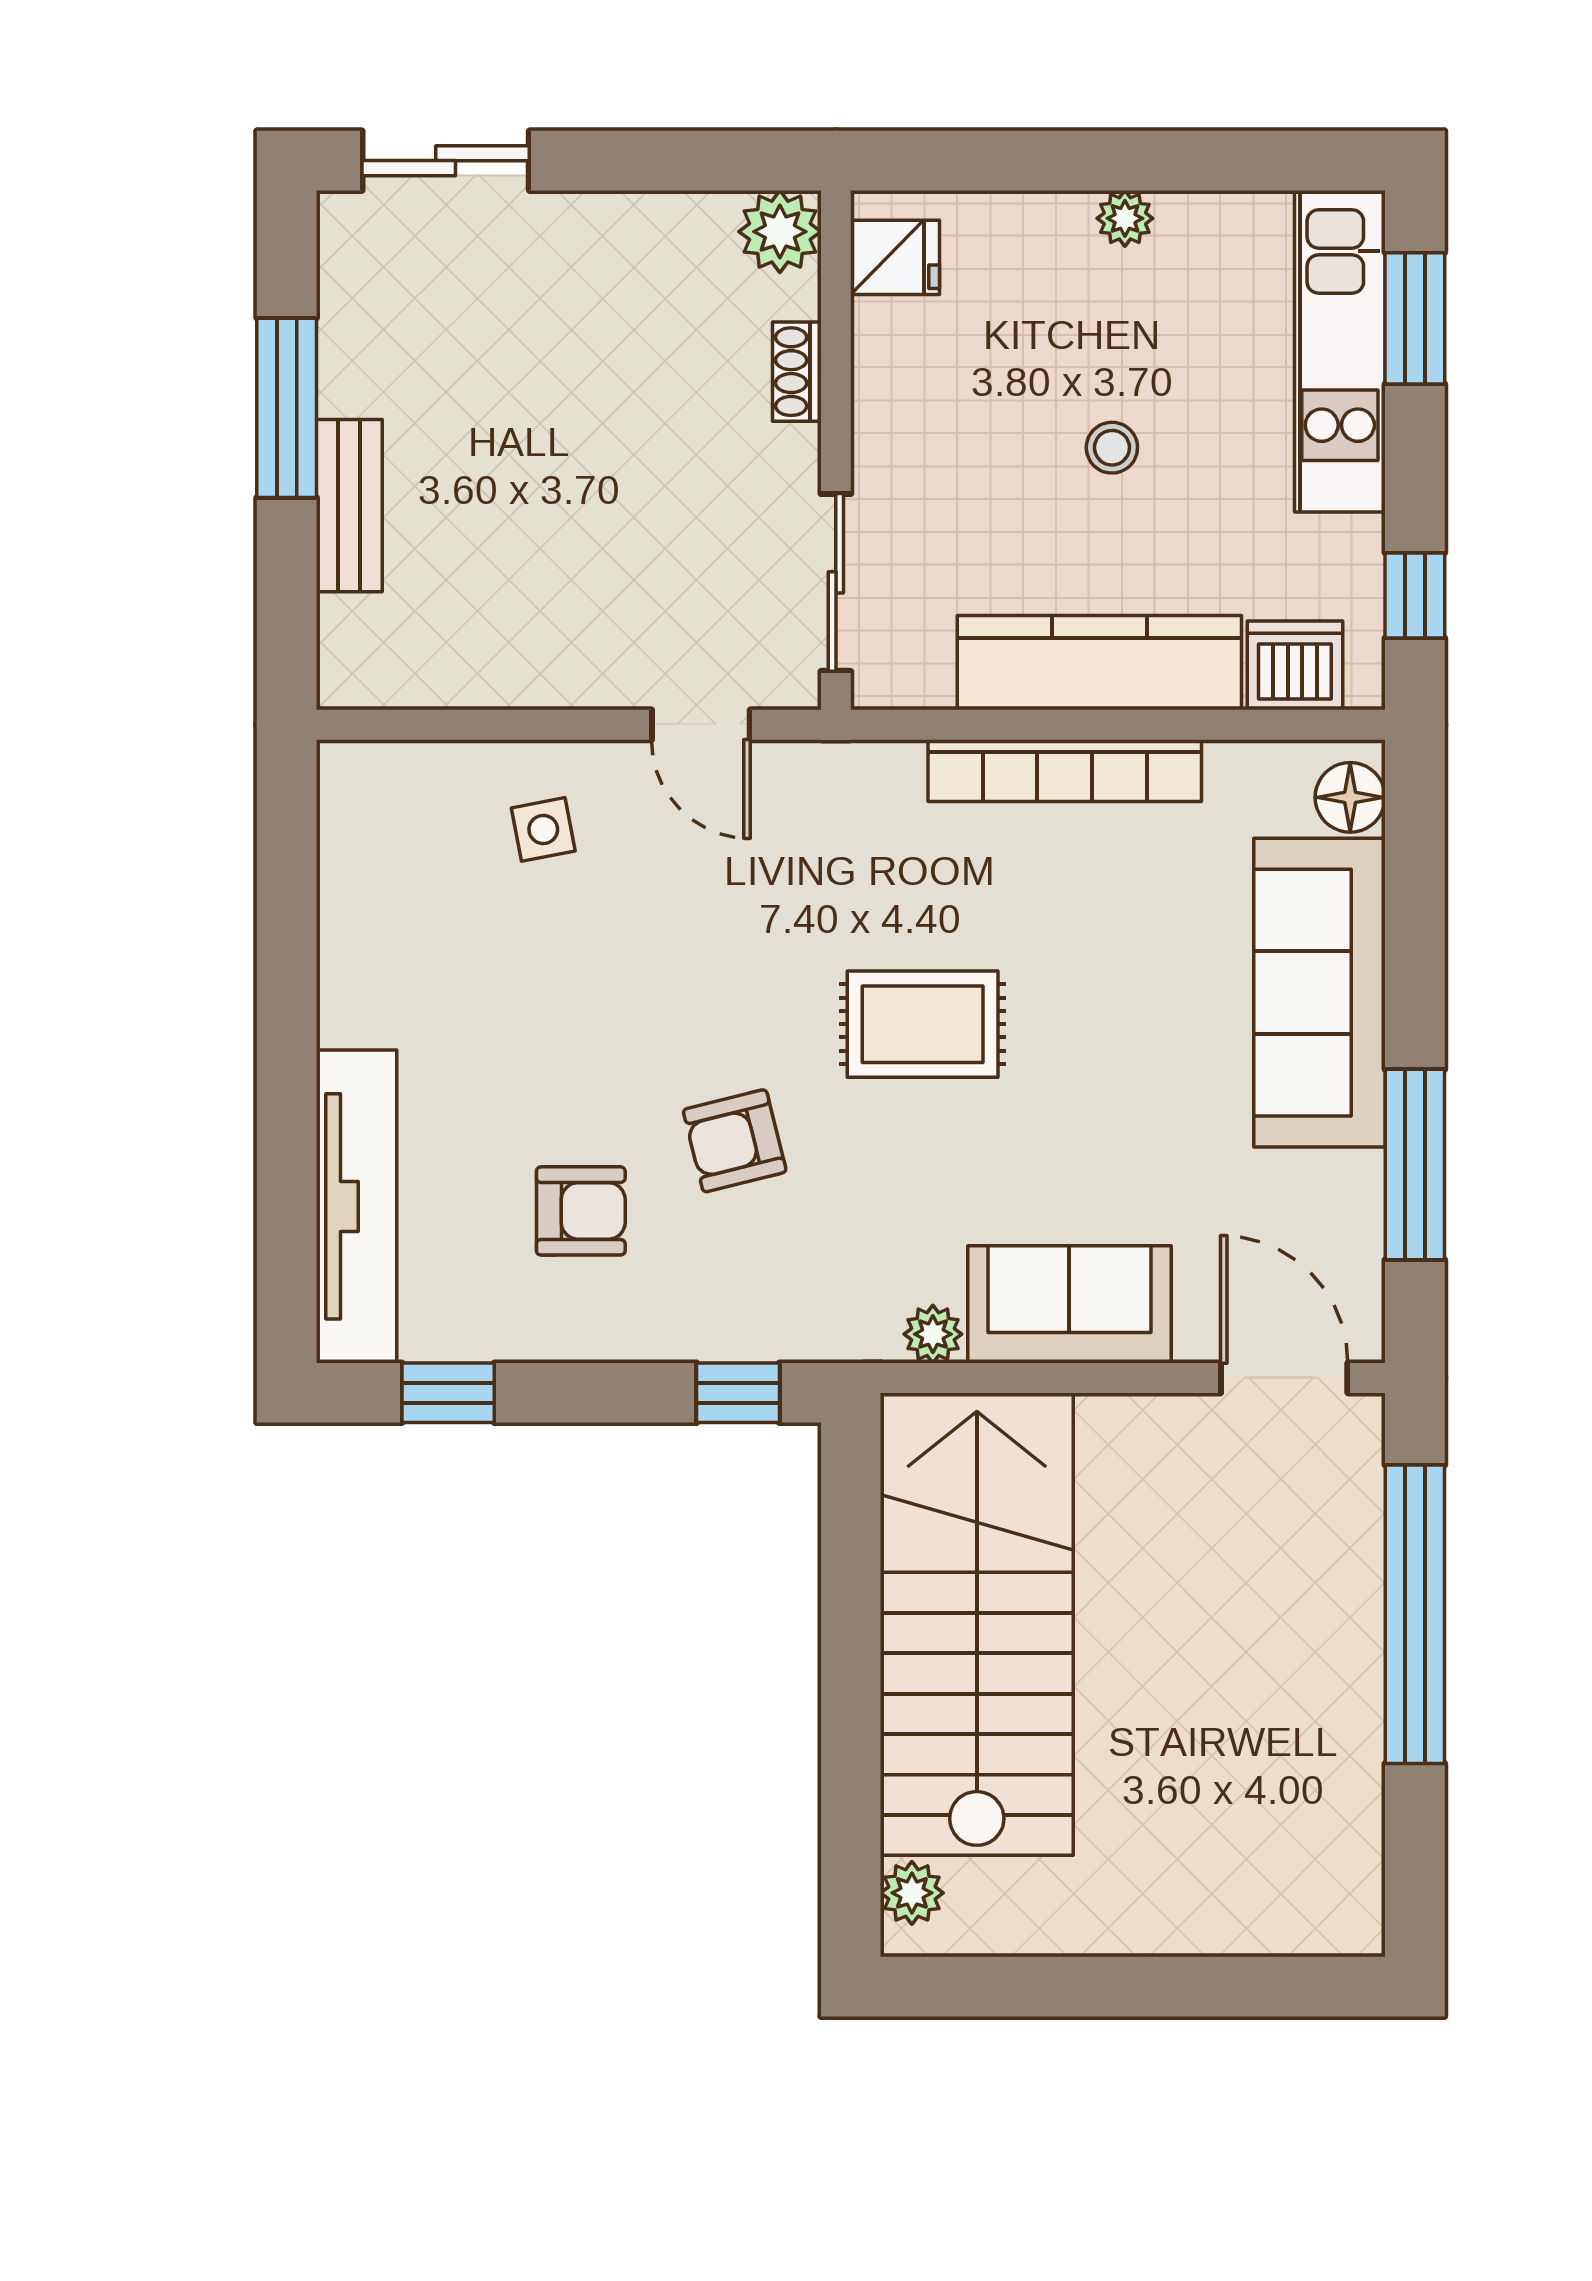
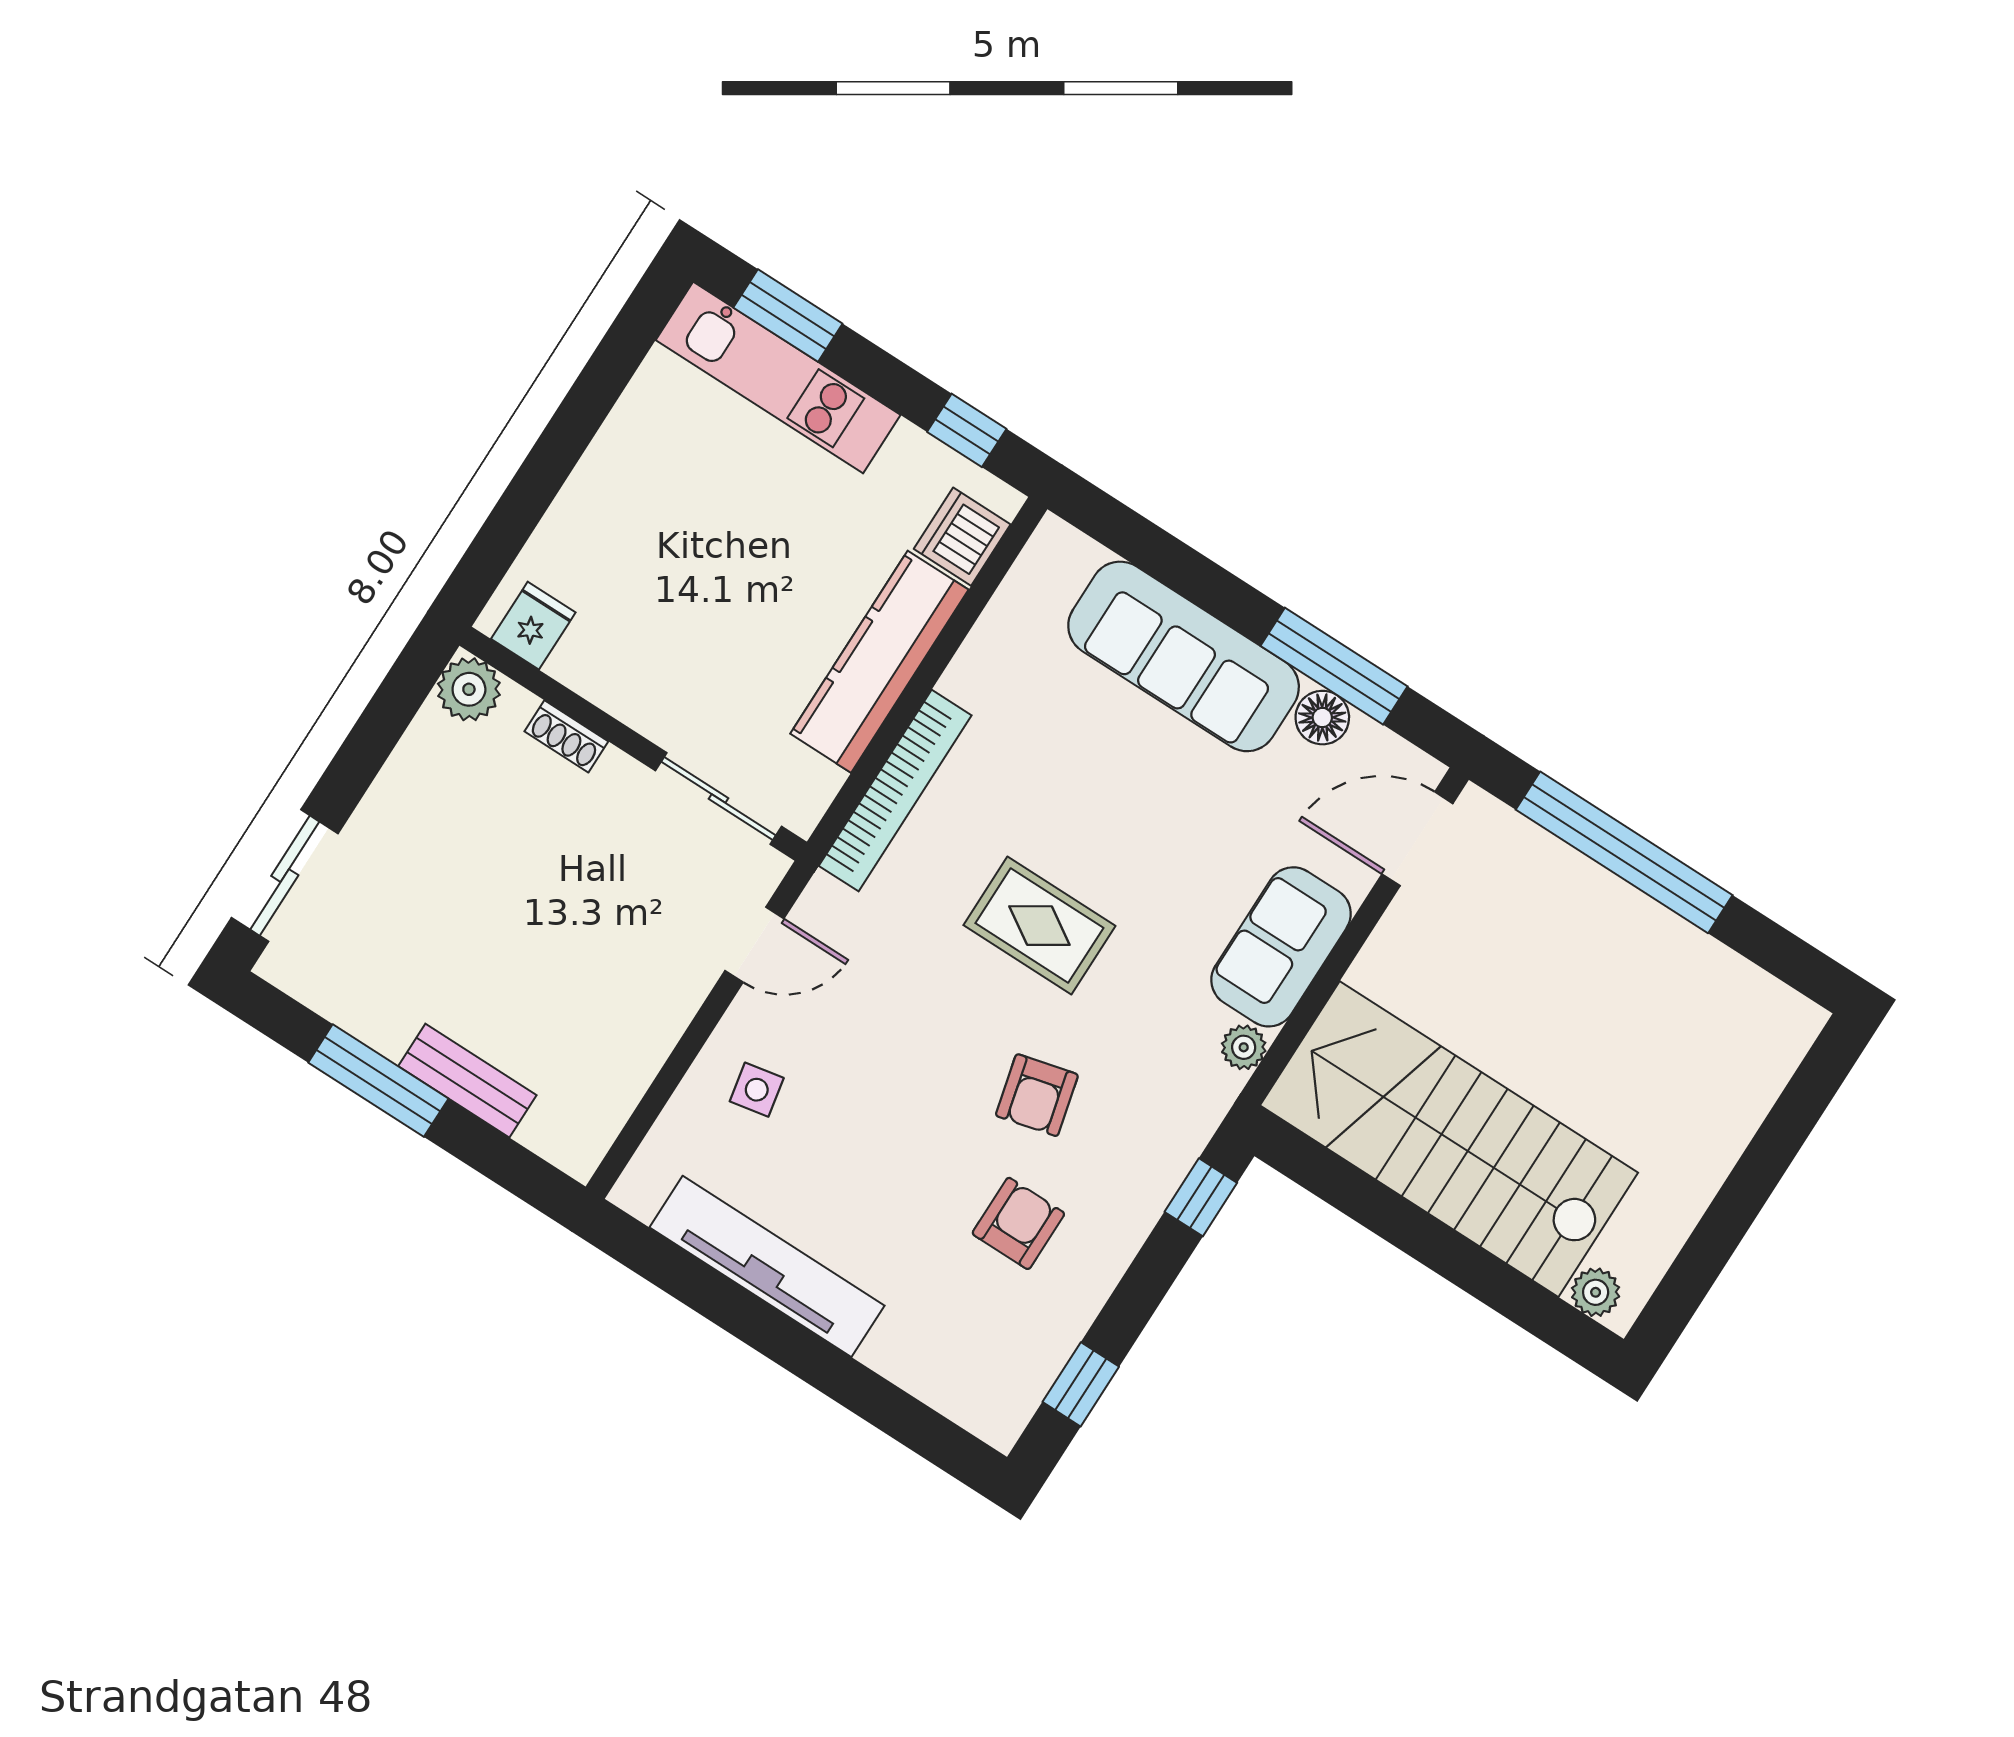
plant: (1125, 218) -> (603, 461), removed
stool: (1112, 448) -> (746, 565), removed
bookcase: (1065, 771) -> (895, 791), moved
floor lamp: (1350, 797) -> (1322, 718), moved
rug: (923, 1024) -> (1039, 926), turned 90
tv unit: (356, 1206) -> (767, 1266), moved

